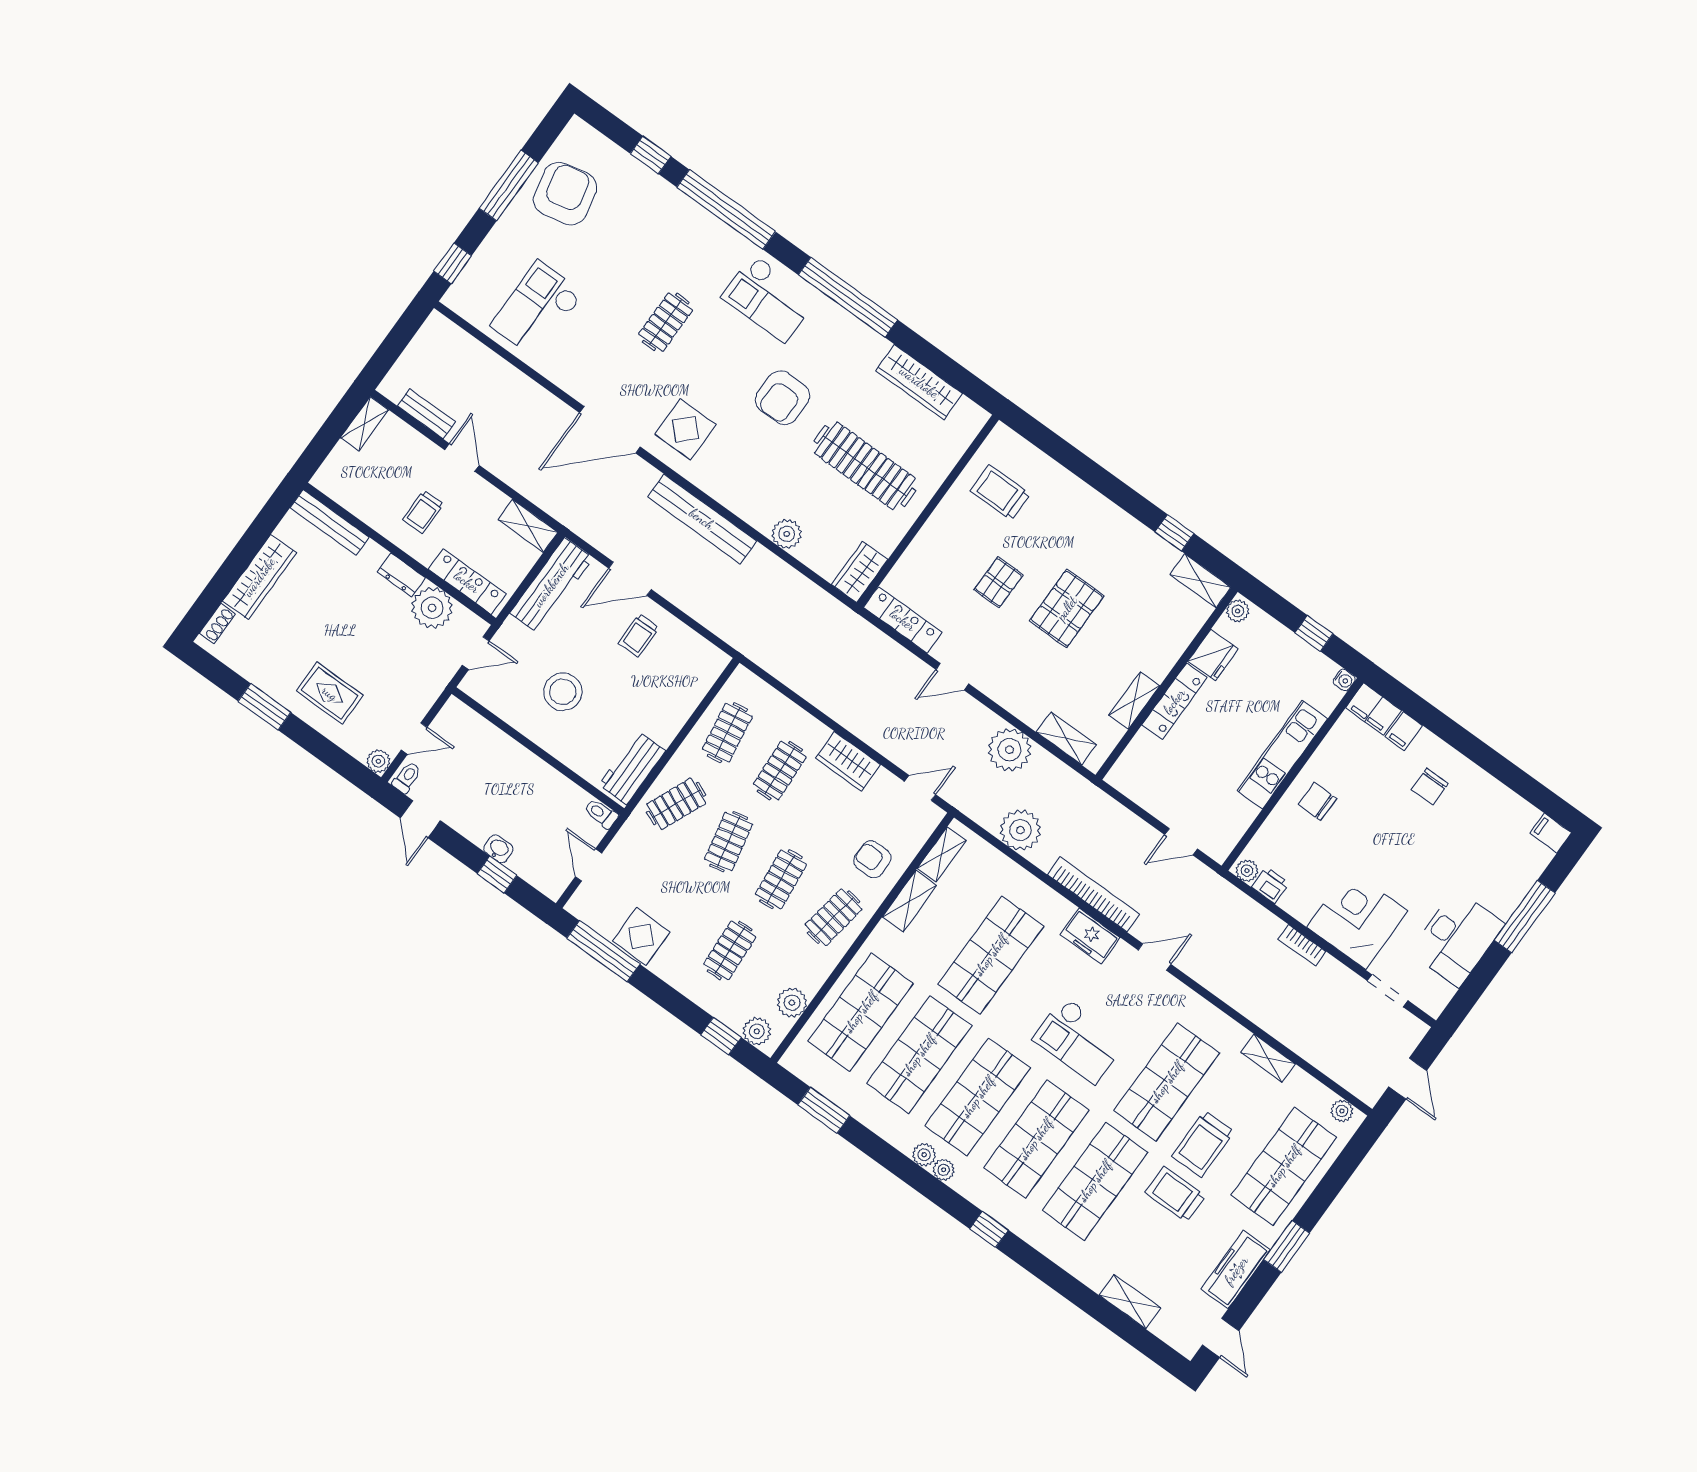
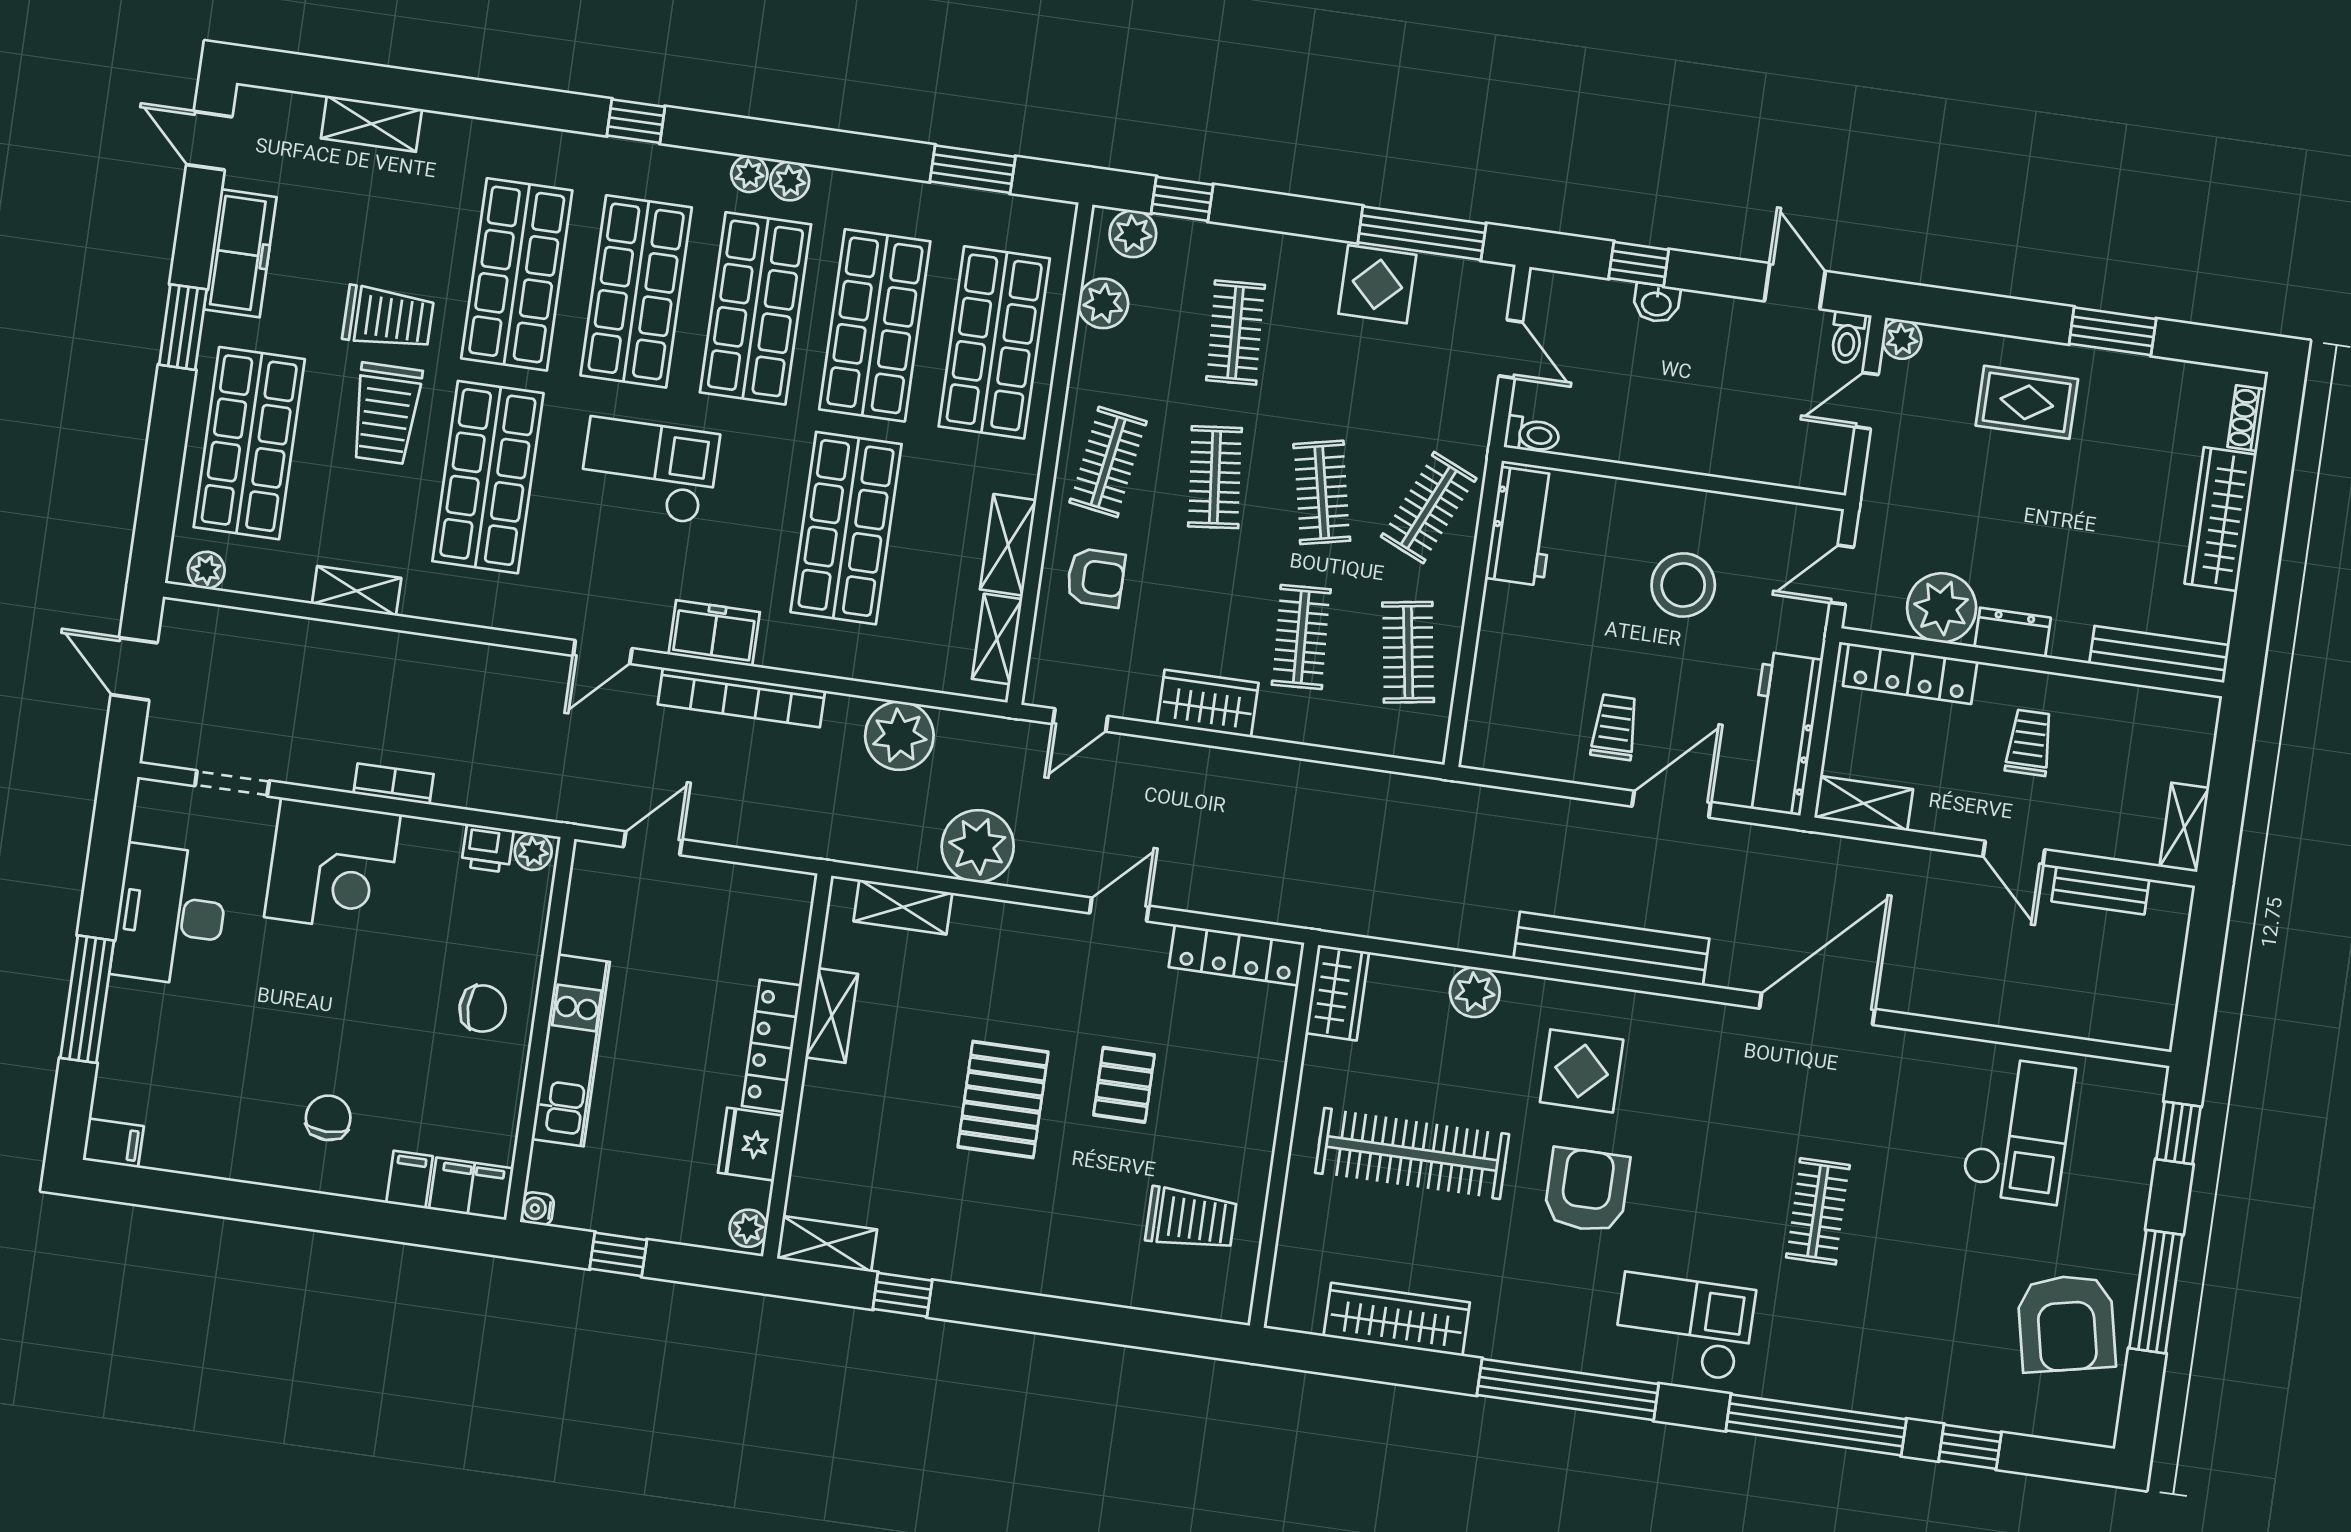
display table: (685, 429) -> (1582, 1071), moved
trolley: (1203, 1144) -> (386, 413), turned 180

